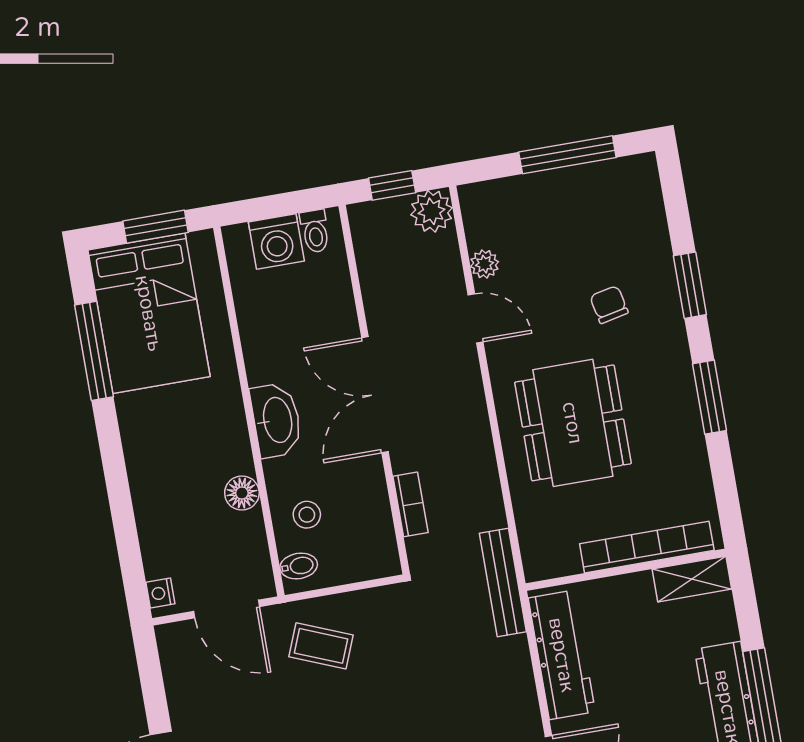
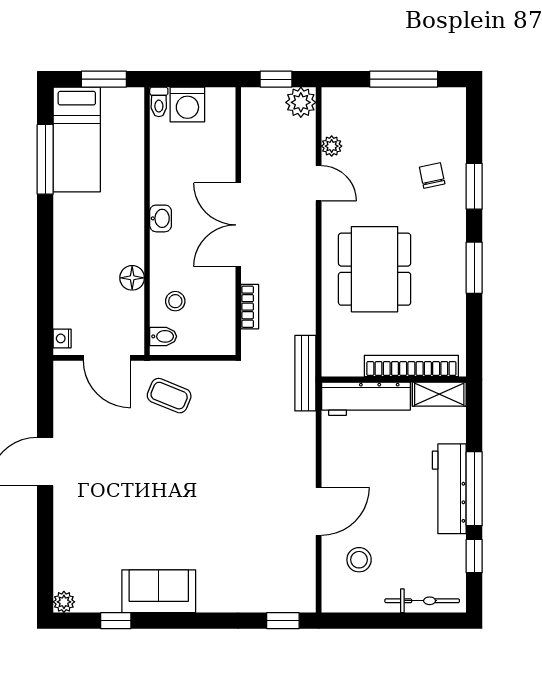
toilet: (315, 231) -> (159, 102), moved
chair: (609, 305) -> (432, 176), moved
bed: (149, 313) -> (77, 139), width x0.67
washbasin: (276, 420) -> (161, 218), width x0.52, depth x0.69
workbench: (562, 655) -> (366, 399), moved, turned 90

